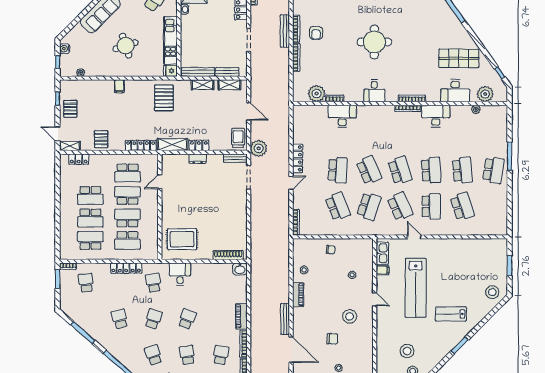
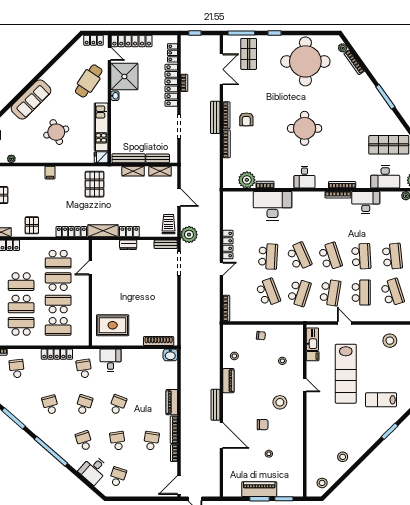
desk: (342, 116) -> (273, 206), width x1.36, depth x1.30
school desk: (400, 206) -> (330, 292), turned 33
stool: (407, 351) -> (390, 341), moved

